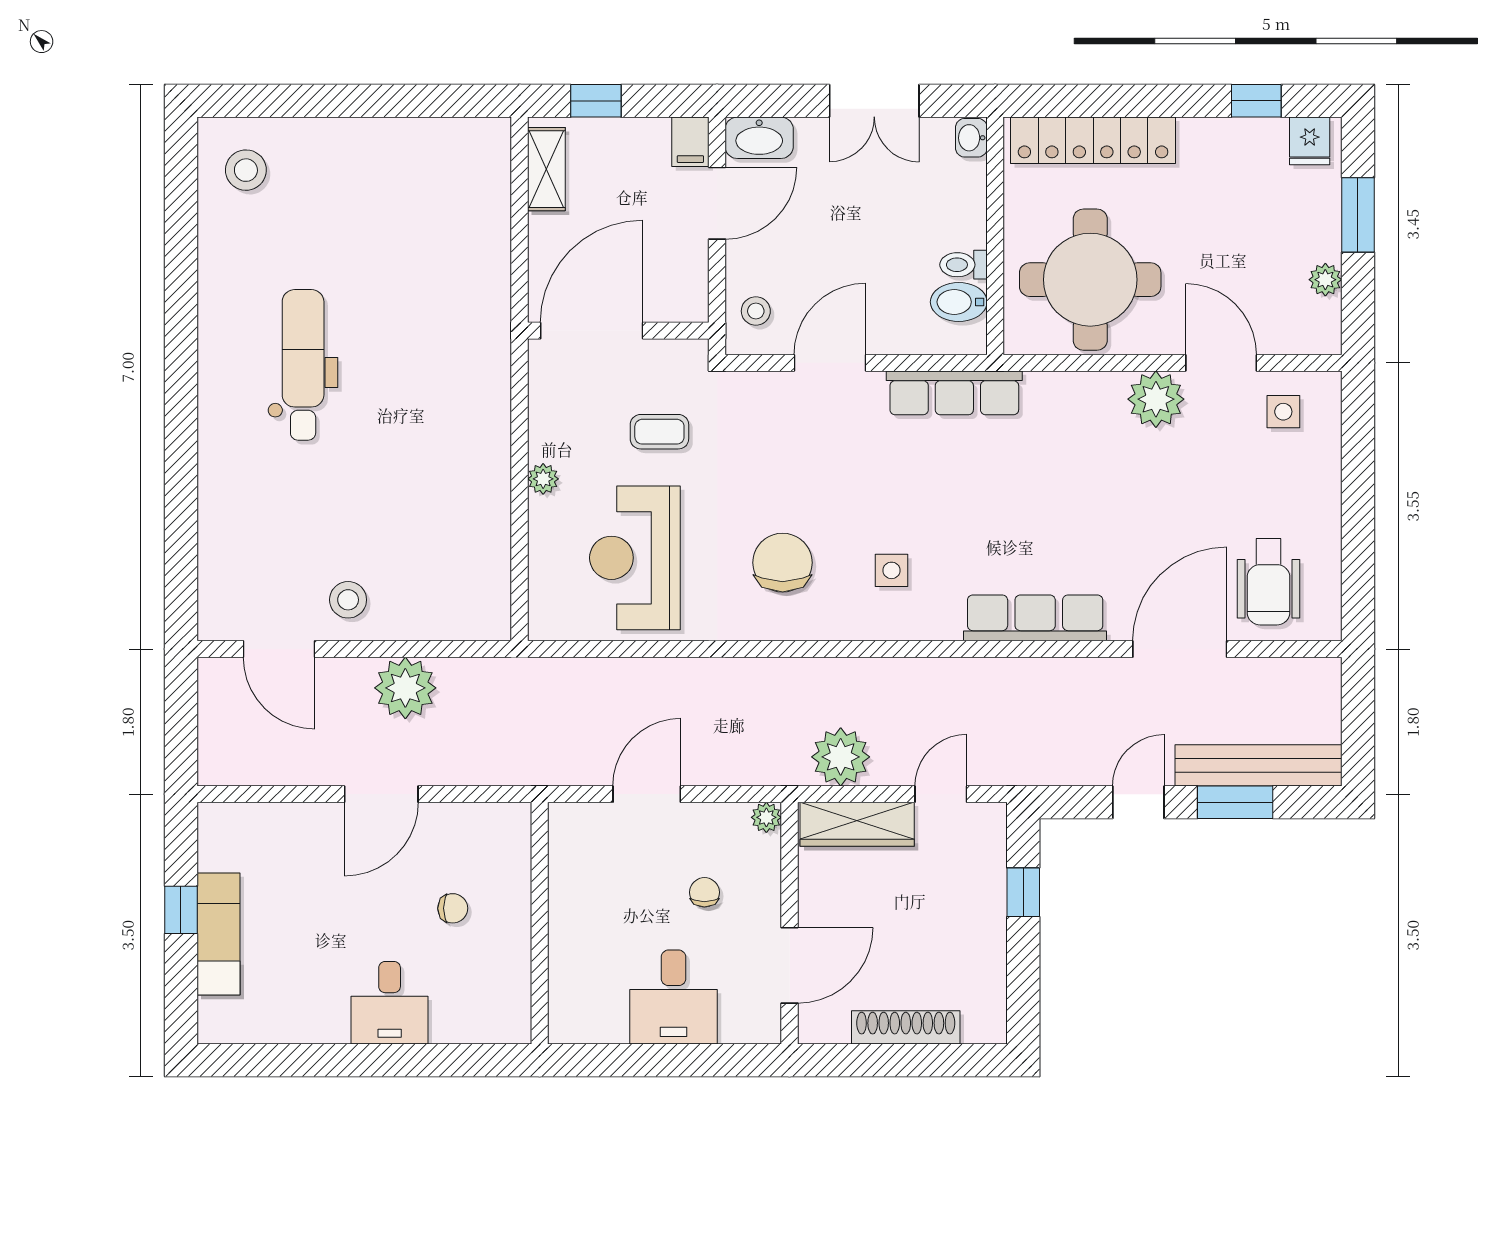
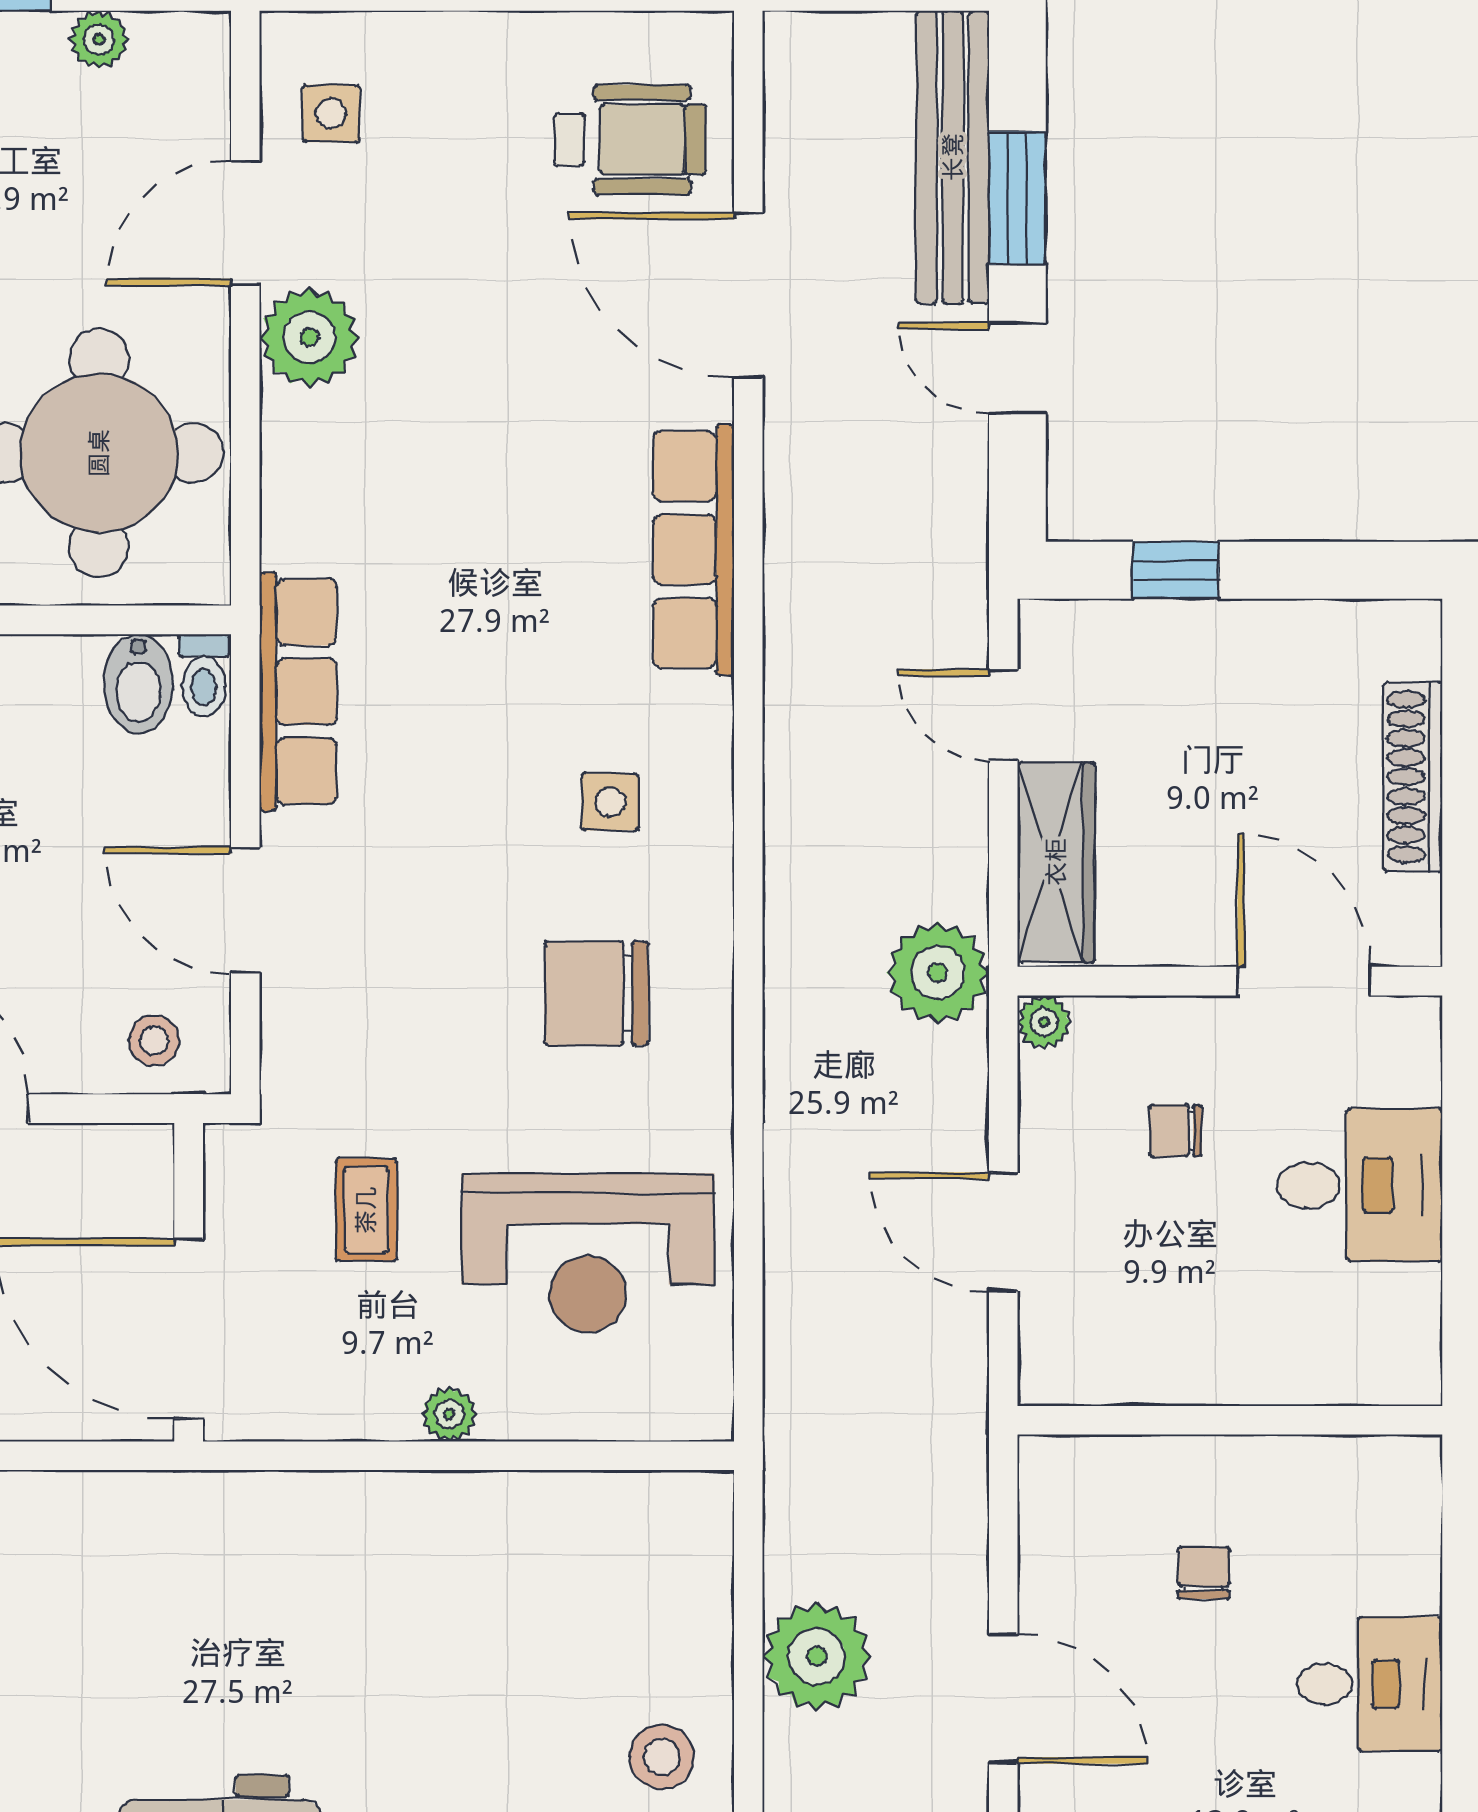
toilet: (963, 265) -> (204, 675), moved
plant: (841, 757) -> (938, 973), moved

